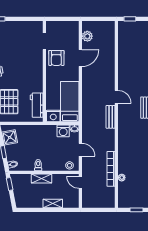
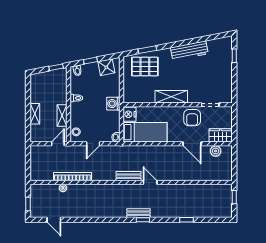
wardrobe: (73, 32) -> (221, 135), added
armchair: (56, 58) -> (192, 118), turned -90
shelving: (37, 77) -> (171, 97), added
door: (116, 97) -> (150, 183), swing flipped
workbench: (37, 105) -> (141, 96), removed
washing machine: (63, 131) -> (113, 104), moved
shelving: (41, 178) -> (62, 115), moved

